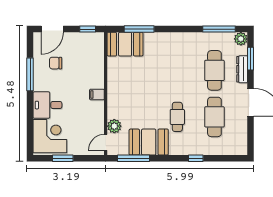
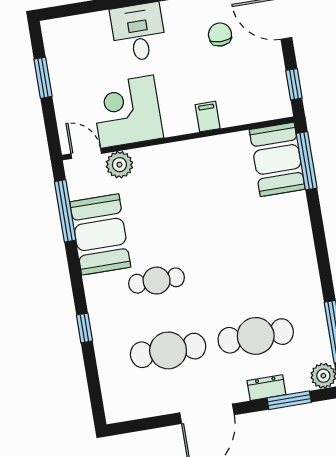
window: (139, 29) -> (307, 161), moved
dresser: (242, 69) -> (266, 388), width x0.70
filing cabinet: (97, 94) -> (208, 117), moved
corner desk: (50, 136) -> (127, 112), moved, turned 180

